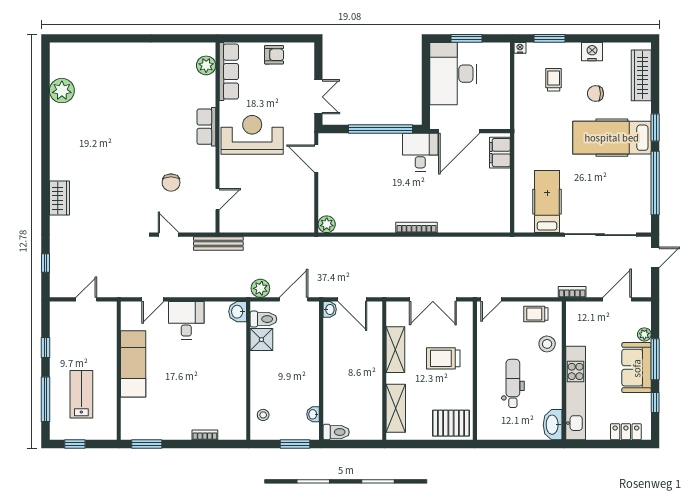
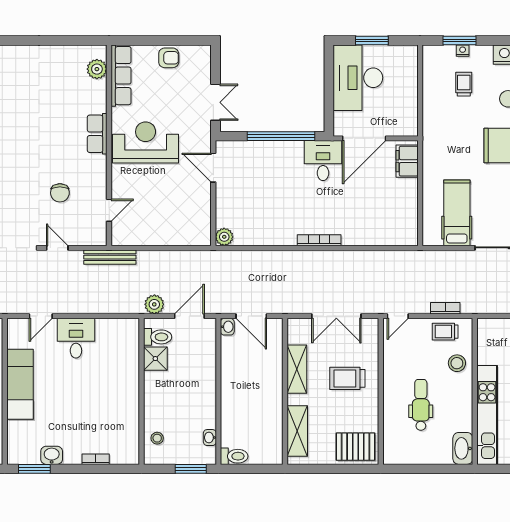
nightstand: (520, 48) -> (463, 51), moved
bookcase: (572, 292) -> (445, 308), moved
washbasin: (238, 312) -> (52, 455), moved, turned 90

